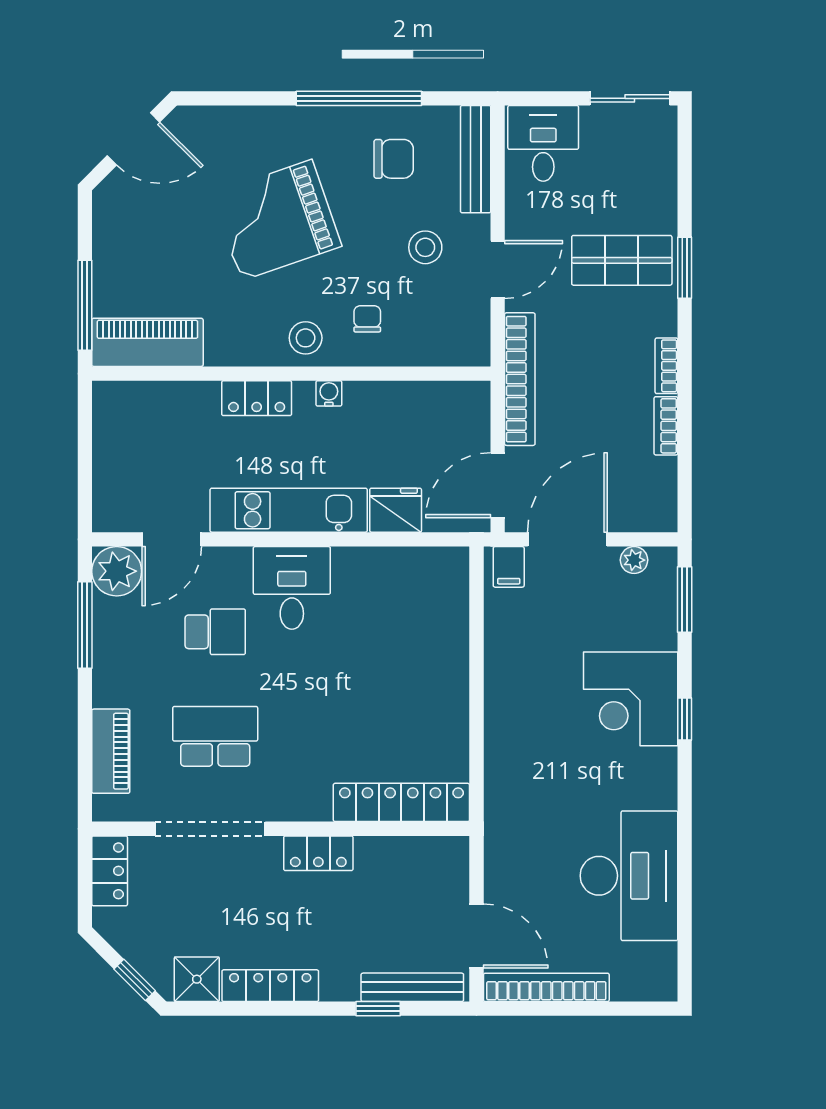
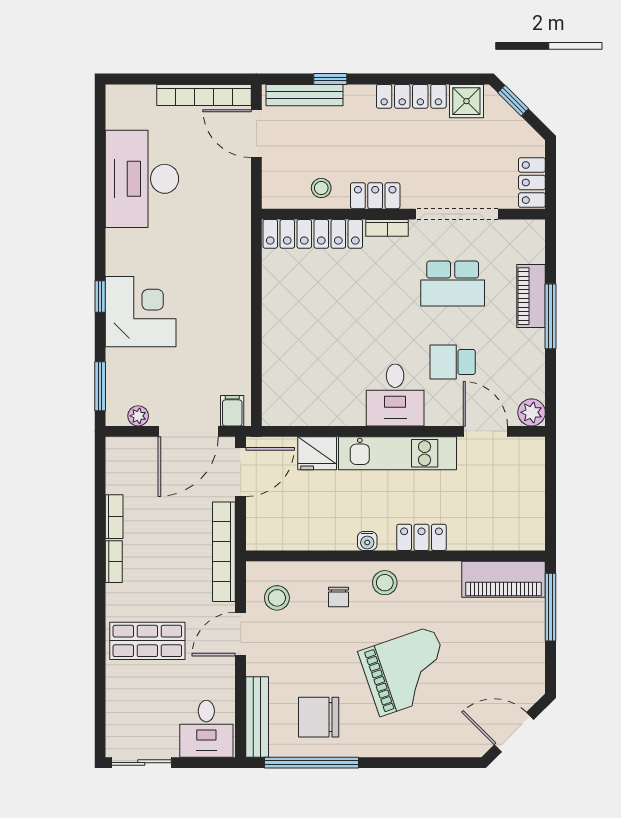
window: (359, 98) -> (311, 763), moved
chair: (394, 159) -> (319, 717), width x1.37, depth x1.37
stool: (425, 247) -> (277, 598), moved
window: (685, 268) -> (100, 635), removed
door: (172, 539) -> (485, 431), hinge flipped
plant: (117, 571) -> (532, 412), width x0.73, depth x0.73
window: (85, 625) -> (551, 316), moved
piano: (111, 751) -> (531, 296), moved
bookcase: (303, 810) -> (387, 228), added
stool: (390, 864) -> (321, 188), added

